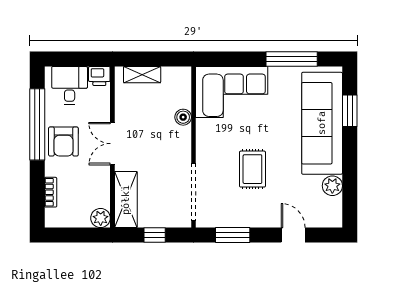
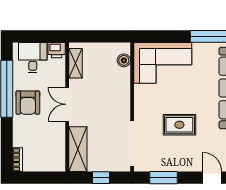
shelving: (142, 75) -> (76, 63), moved, turned 90
boiler: (183, 117) -> (124, 60), moved
rug: (252, 169) -> (179, 125), turned 90
bookcase: (51, 192) -> (18, 160), moved
plant: (101, 218) -> (58, 164), removed

